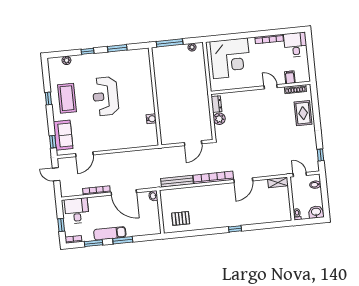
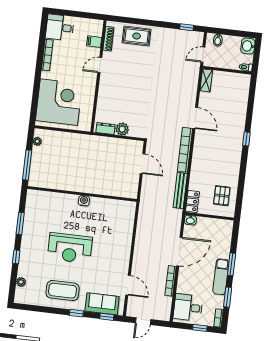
window: (48, 99) -> (76, 313), moved
water cooler: (151, 119) -> (84, 201), moved
locker: (170, 194) -> (192, 201), added

